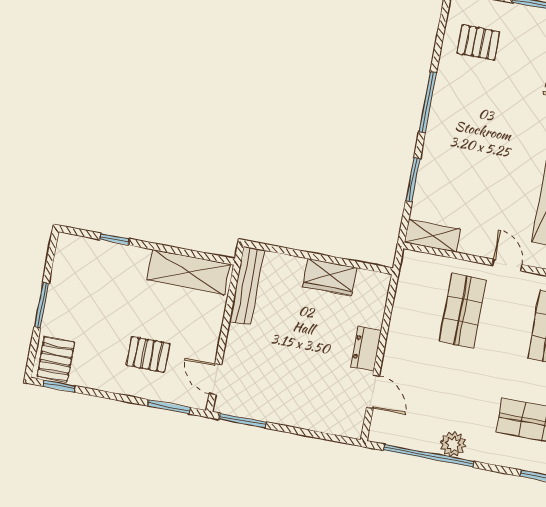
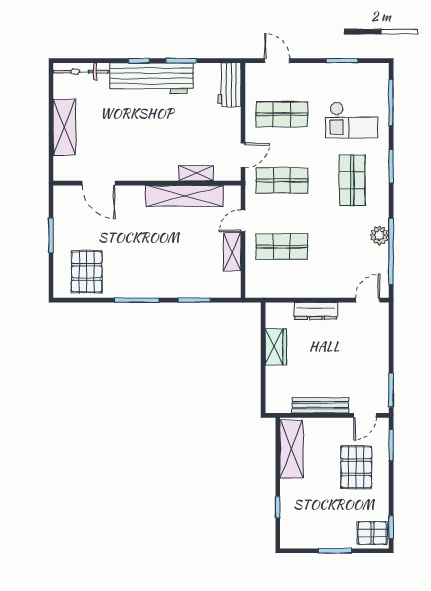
pallet: (478, 42) -> (87, 272), width x1.50, depth x1.42
shelving: (432, 236) -> (232, 252), moved
bench: (247, 286) -> (320, 405), moved
dresser: (366, 349) -> (316, 311), width x1.44
pallet: (148, 354) -> (356, 467), width x1.50, depth x1.42
door: (373, 392) -> (368, 300), moved

